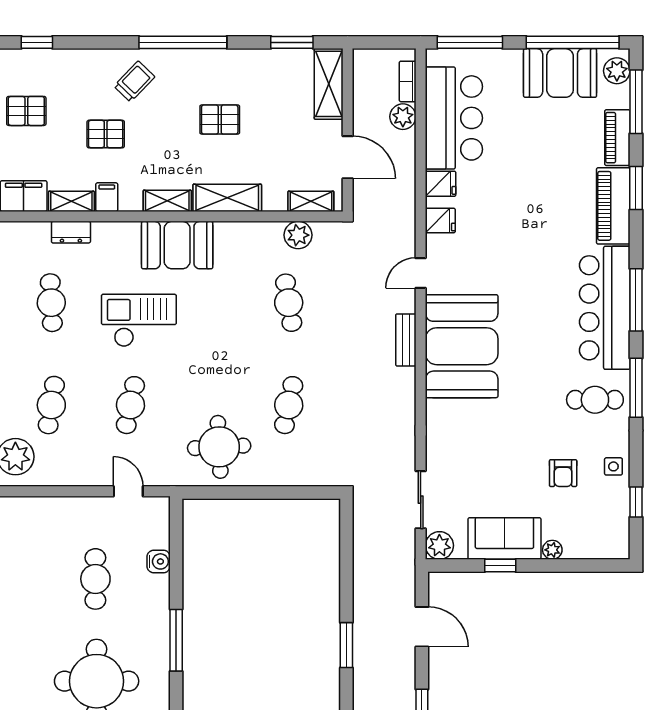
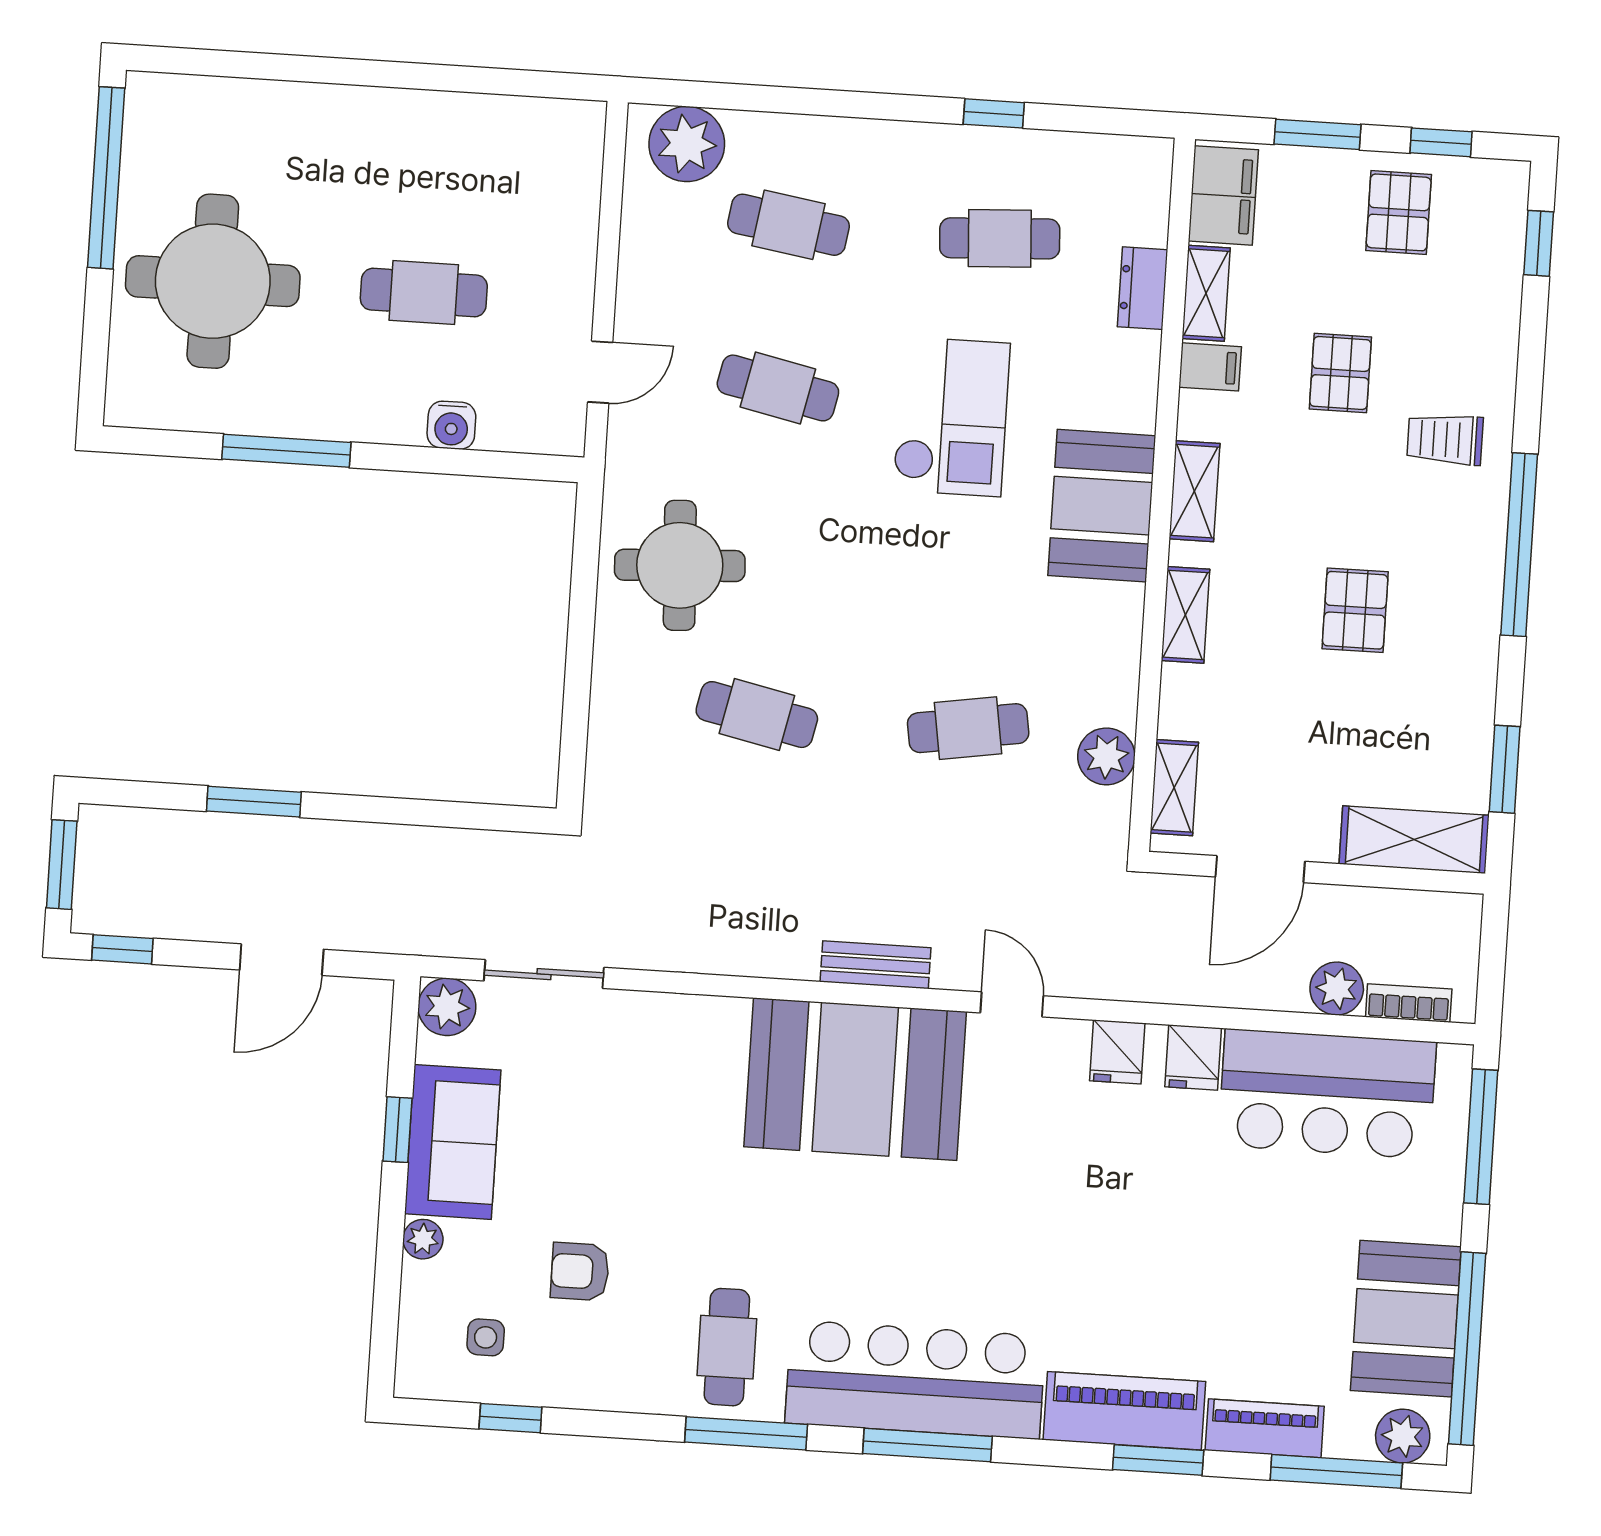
trolley: (134, 81) -> (1445, 439), turned 136
shelving: (227, 198) -> (1185, 615), width x0.67, depth x0.75
side table: (613, 466) -> (486, 1337), moved

